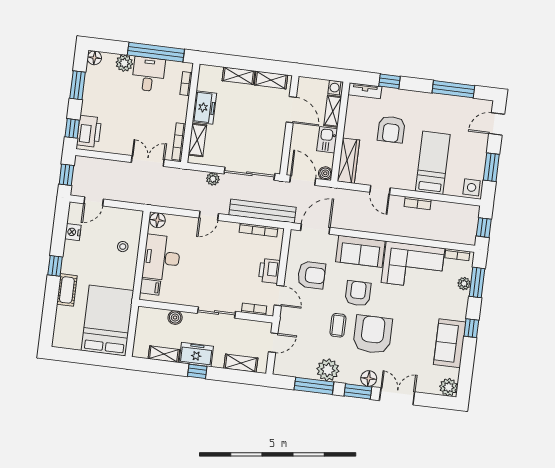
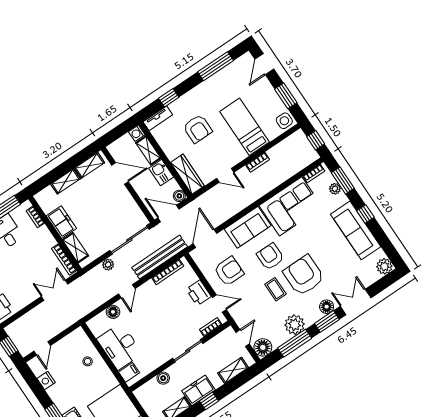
floor lamp: (157, 220) -> (113, 312), moved
sofa: (450, 343) -> (356, 230), width x1.36
floor lamp: (284, 366) -> (263, 347), added

